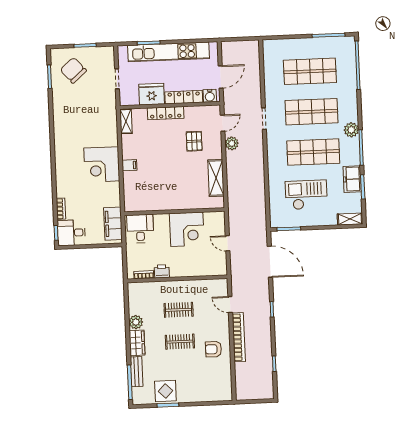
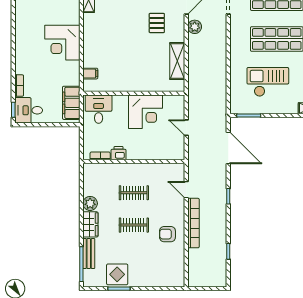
filing cabinet: (129, 165) -> (90, 74), moved

